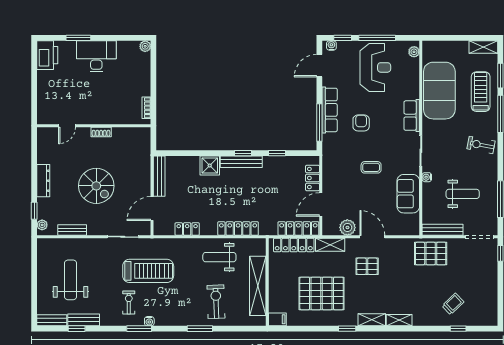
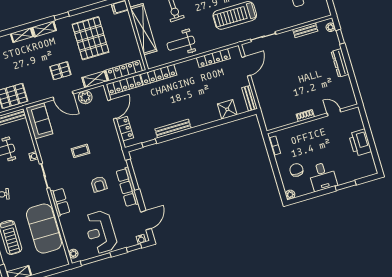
window: (377, 38) -> (96, 259), moved
printer: (47, 55) -> (360, 143), moved
desk: (96, 56) -> (323, 176), width x0.73
chair: (130, 73) -> (296, 170), added
door: (67, 126) -> (334, 113), hinge flipped
window: (243, 153) -> (186, 132), removed
window: (277, 153) -> (149, 143), moved
bench: (241, 162) -> (173, 129), moved
shower: (210, 166) -> (227, 109), moved
bench: (159, 176) -> (250, 98), width x0.73
spiral stairs: (96, 186) -> (296, 71), removed
sofa: (408, 194) -> (39, 121), moved
locker: (187, 229) -> (213, 58), width x1.53
locker: (238, 229) -> (159, 75), moved
weight bench: (219, 257) -> (181, 43), turned 180
pallet: (322, 293) -> (90, 38), turned 90

